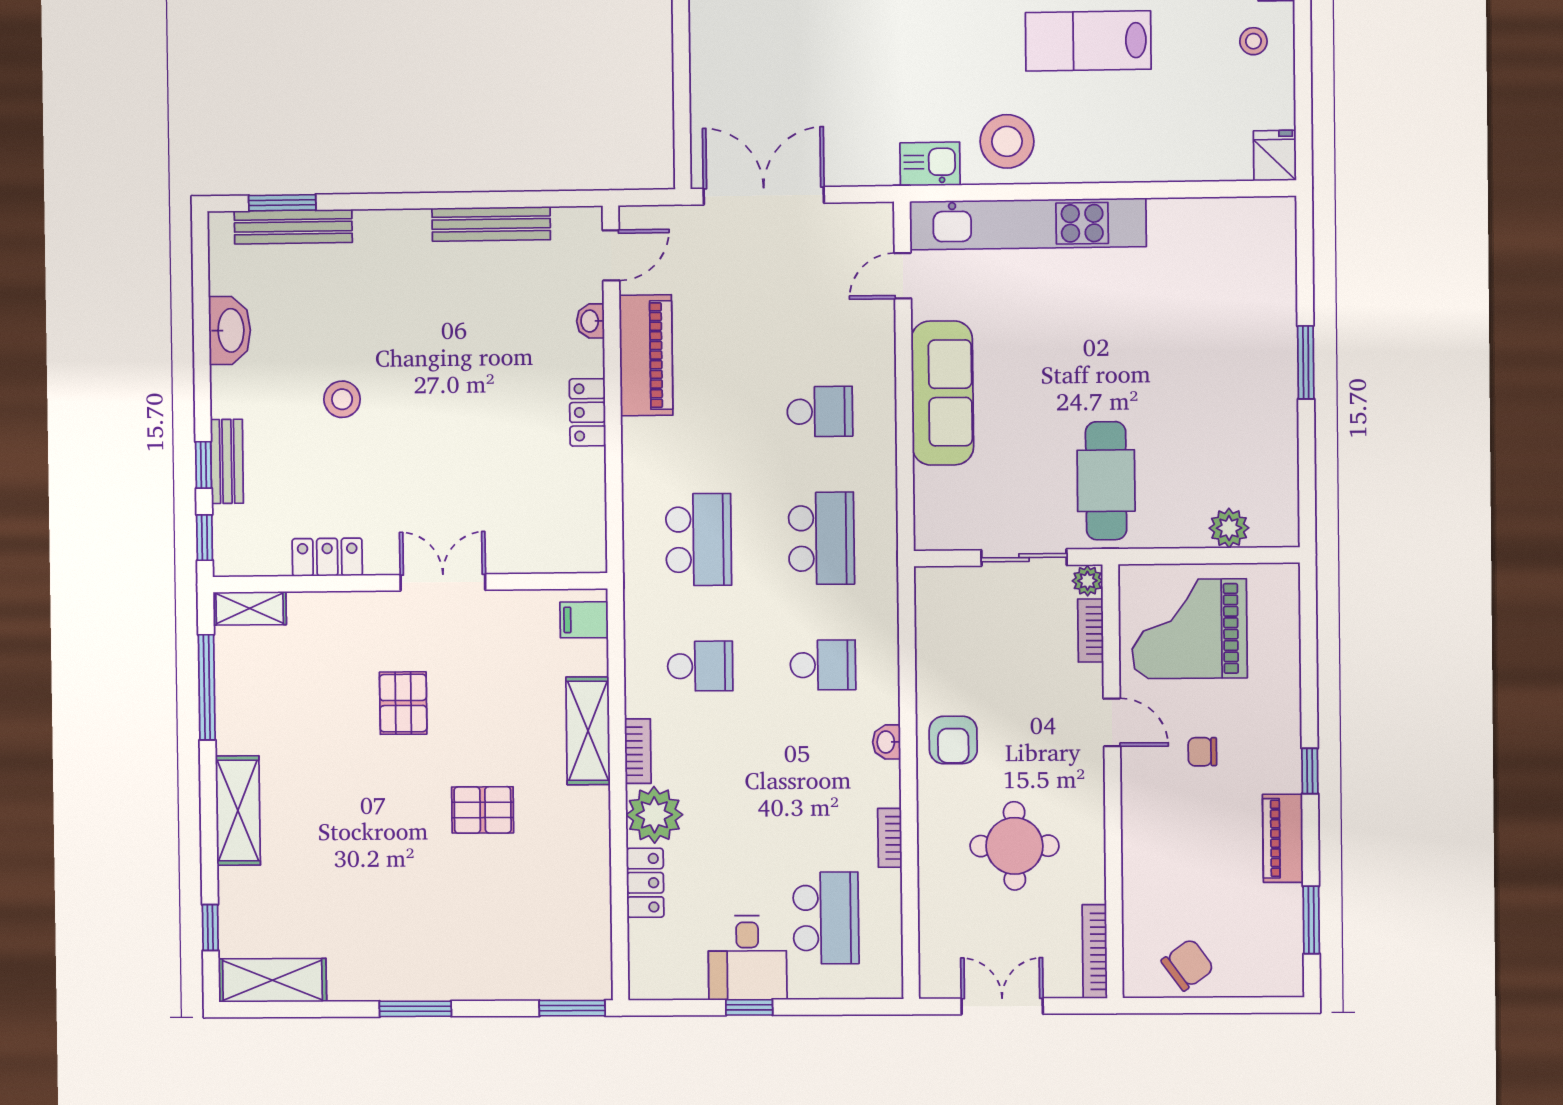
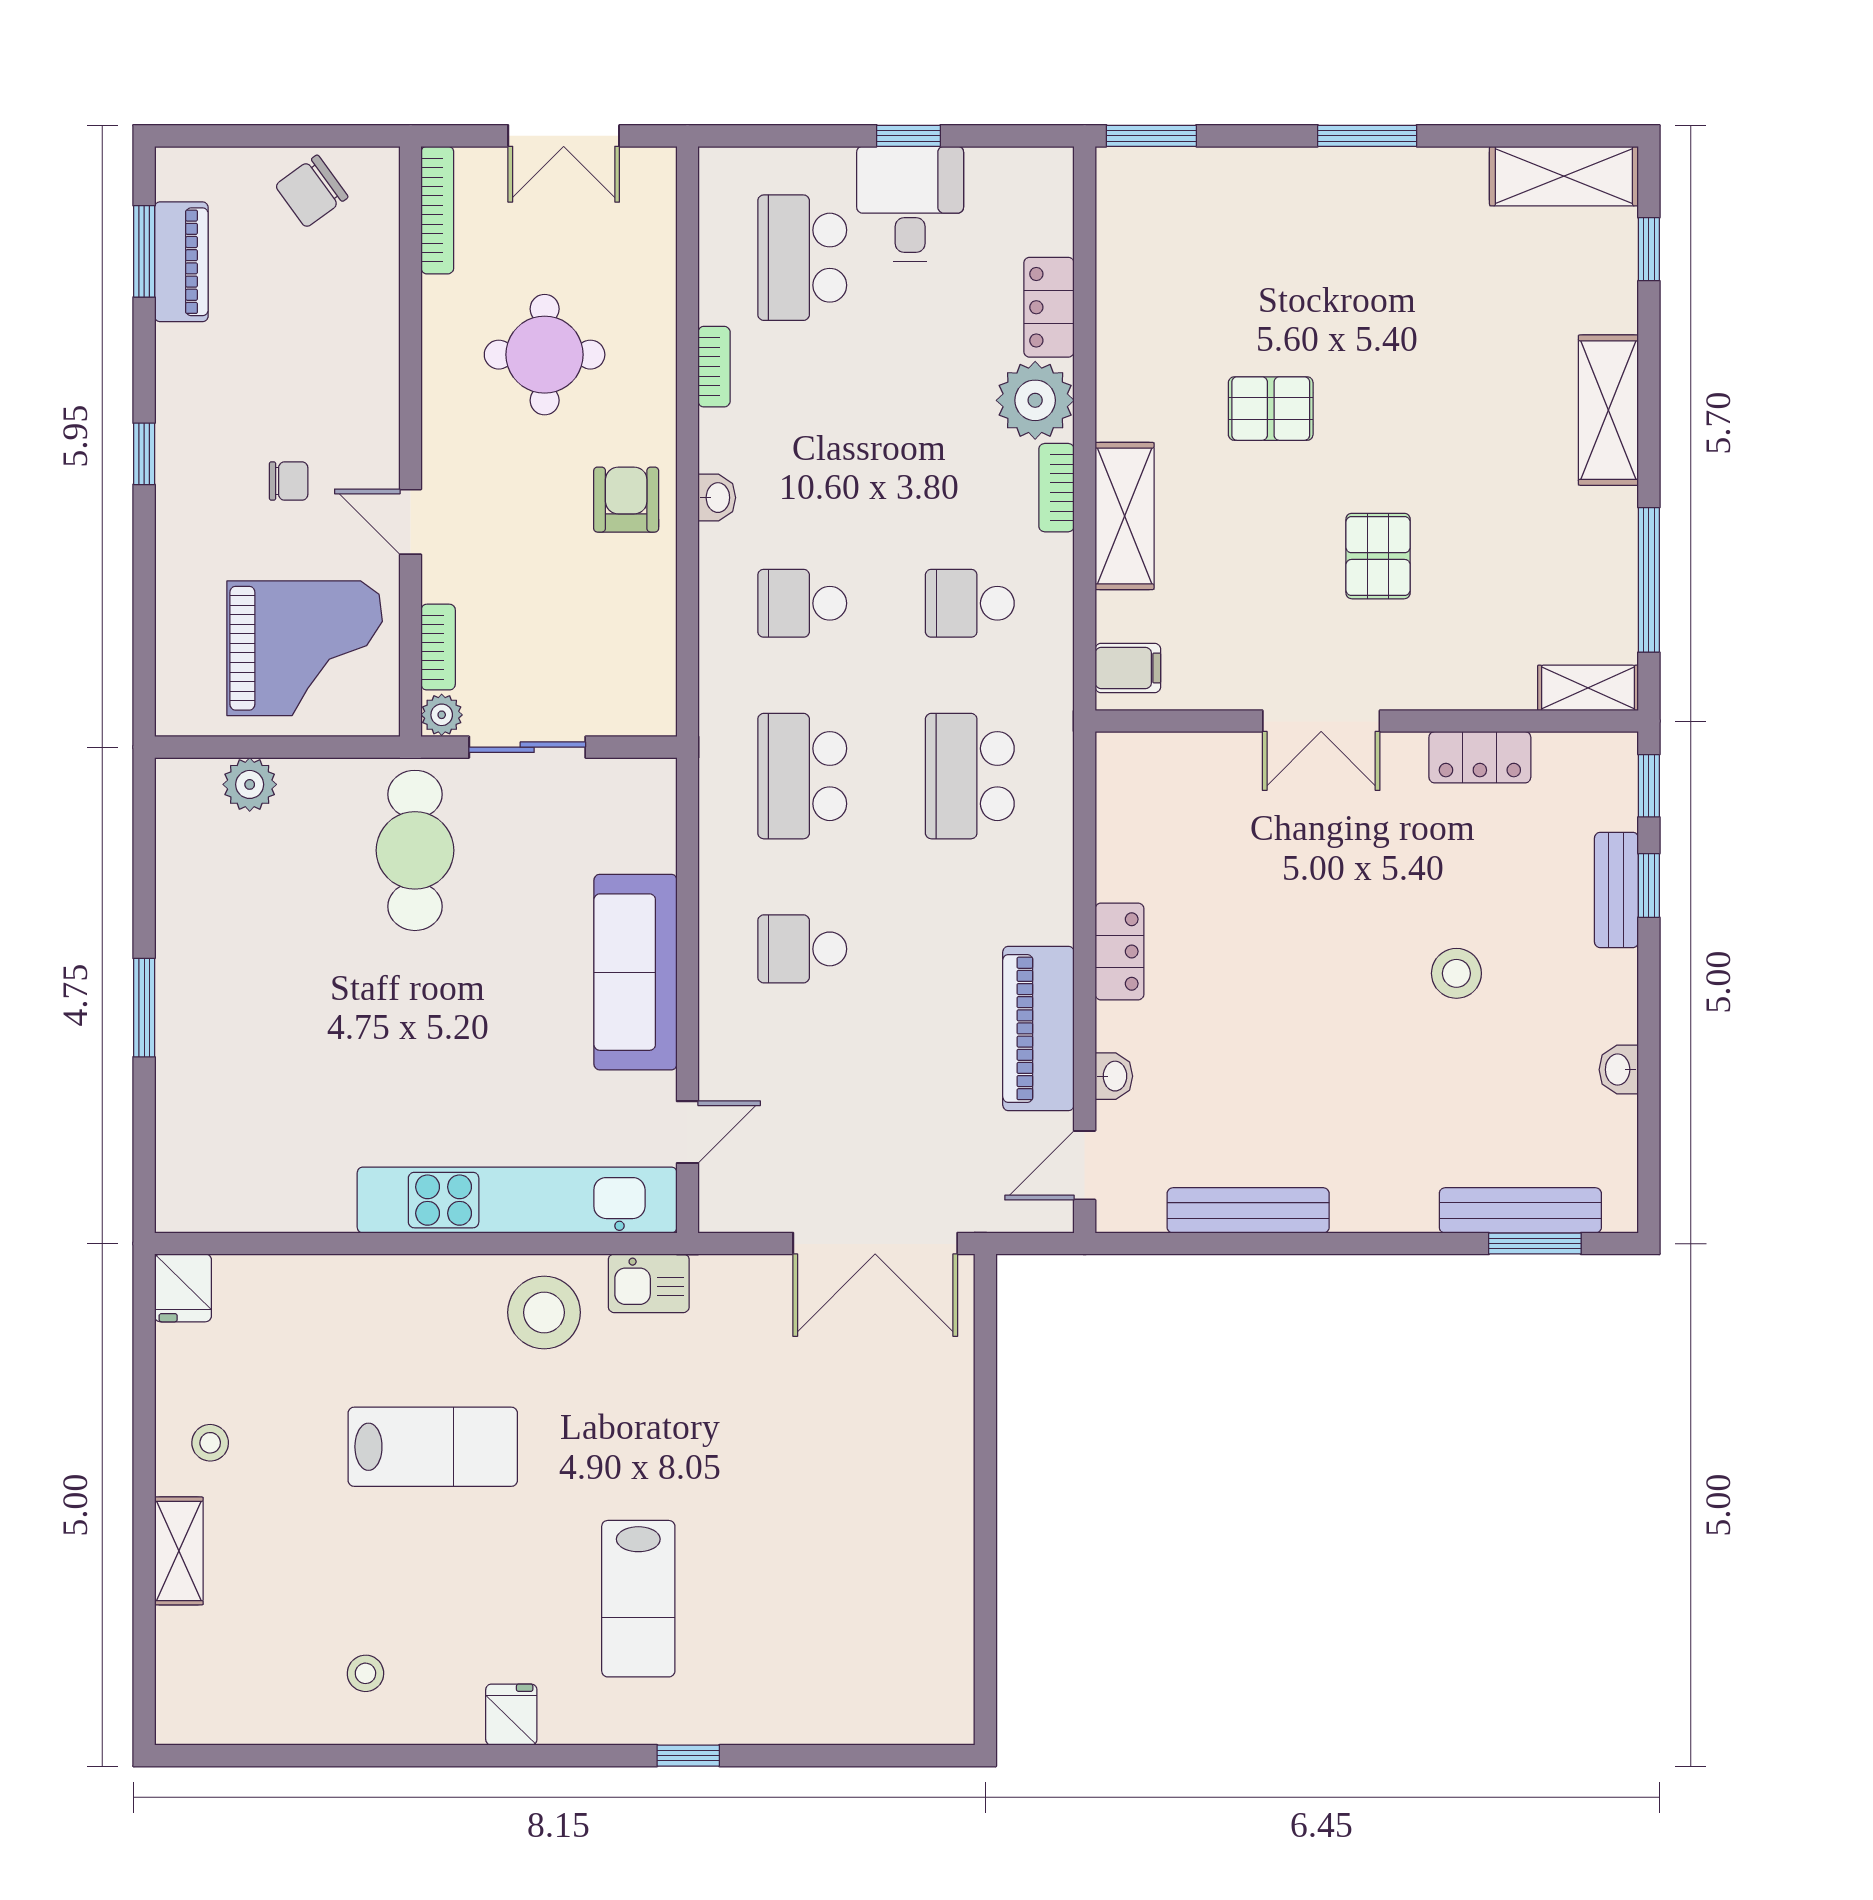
washbasin: (230, 330) -> (1619, 1070), width x0.52, depth x0.69
piano: (1283, 838) -> (181, 262), moved

